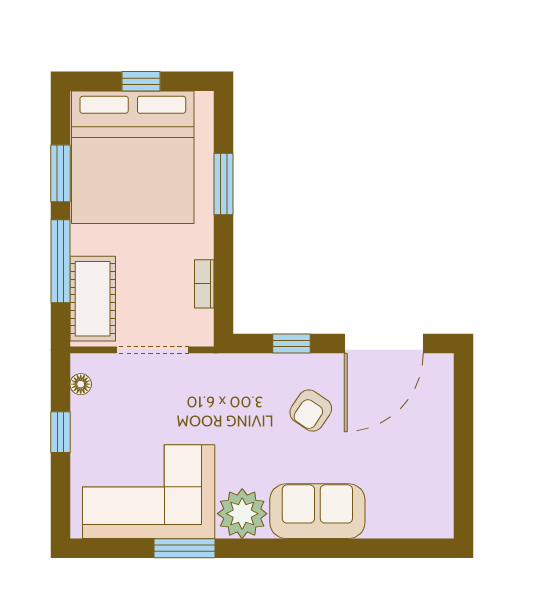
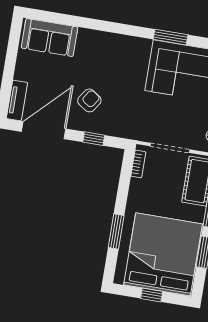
bookcase: (204, 284) -> (138, 164), moved
tv unit: (440, 389) -> (17, 101), added
sofa: (317, 511) -> (49, 38), moved
plant: (242, 514) -> (136, 51), removed

